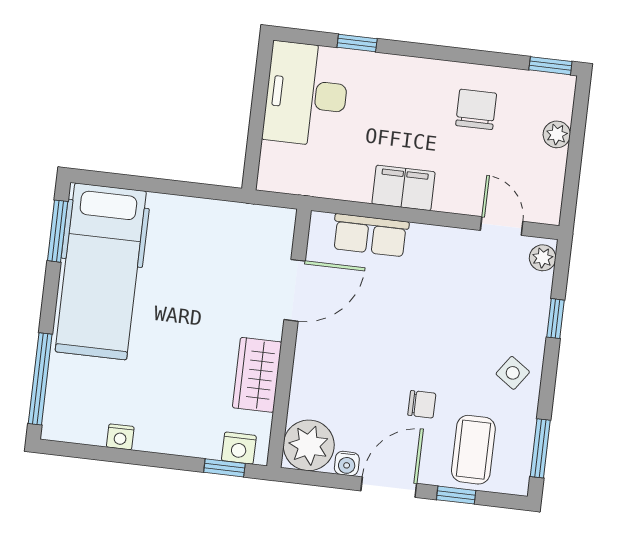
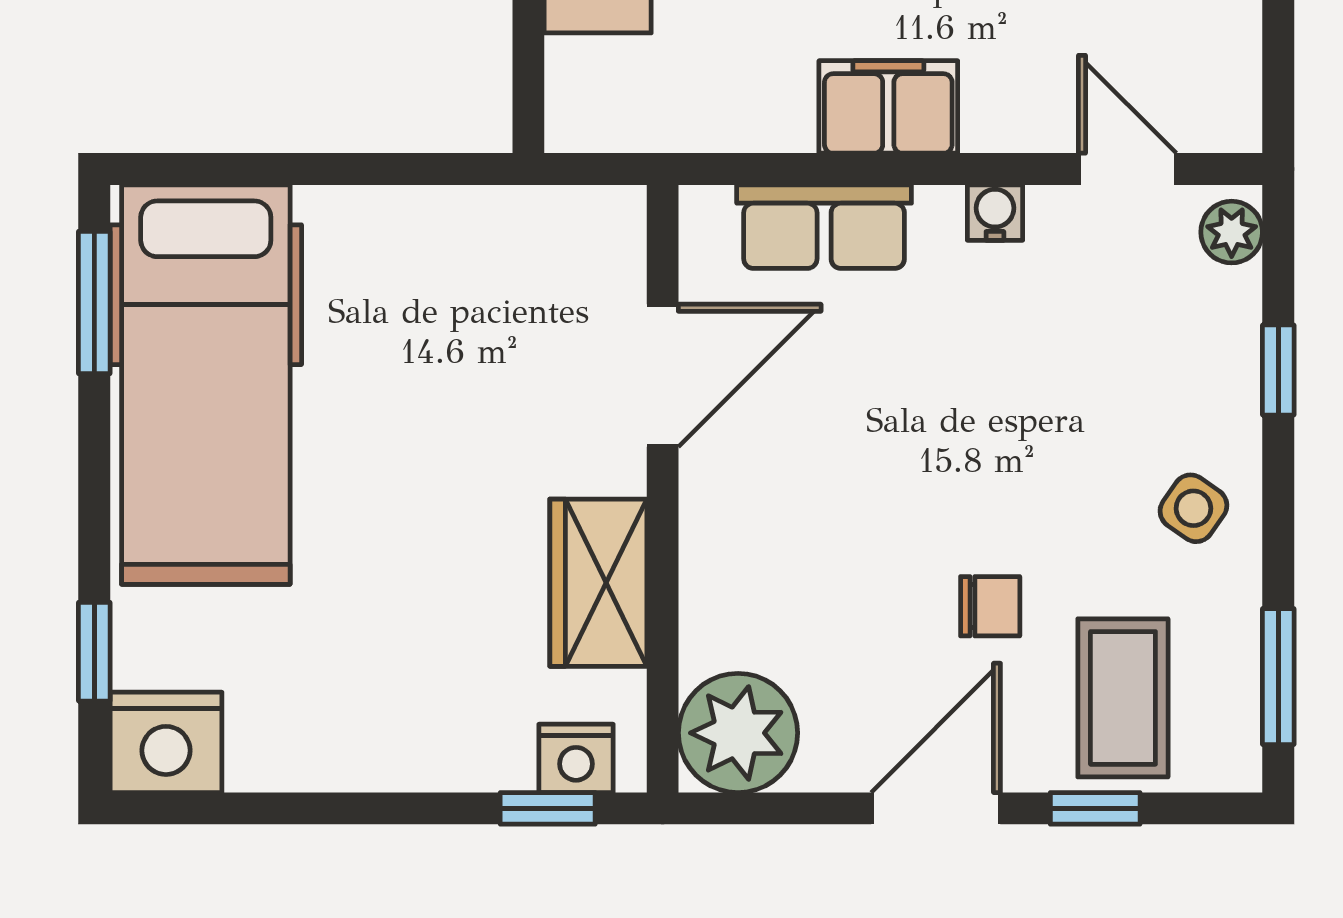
window: (40, 379) -> (94, 652), width x0.46
nightstand: (120, 437) -> (166, 742), moved, width x1.89, depth x1.79
water cooler: (347, 464) -> (995, 213), moved, turned 180

